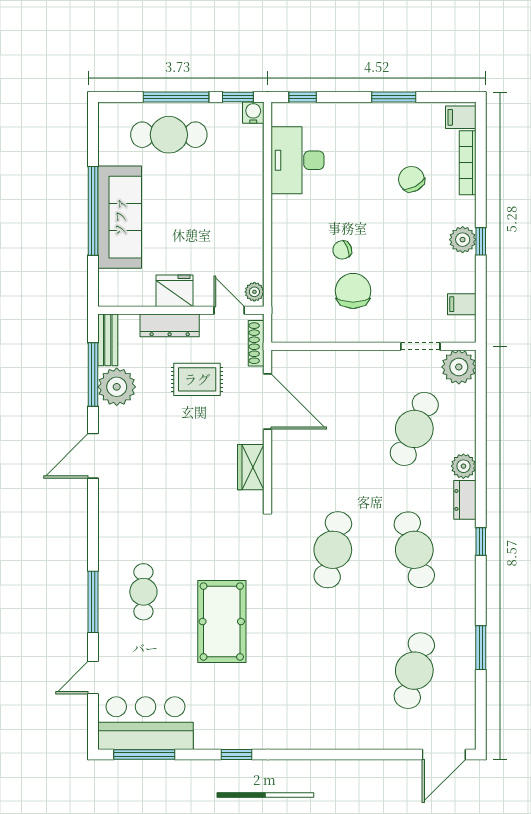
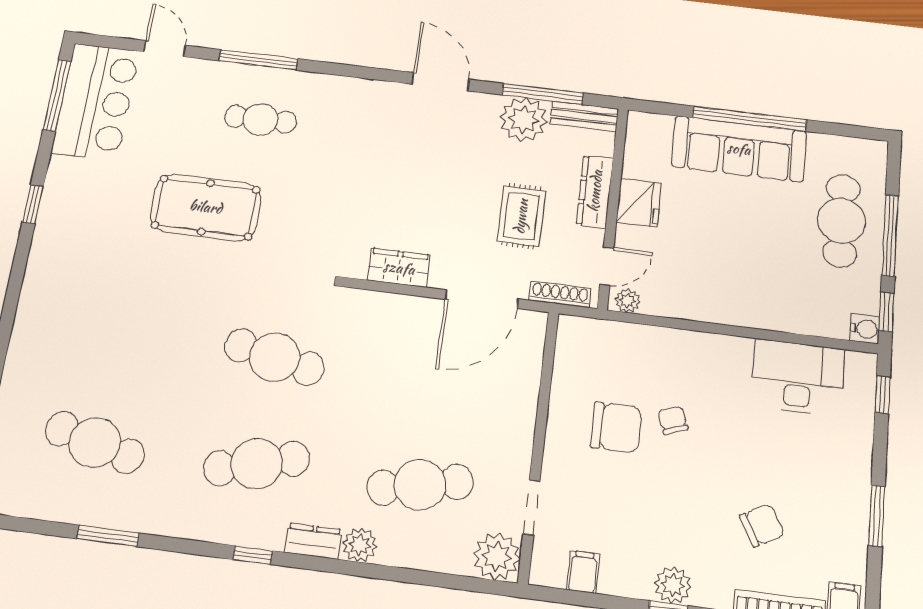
cafe table: (414, 429) -> (420, 485), turned -36

